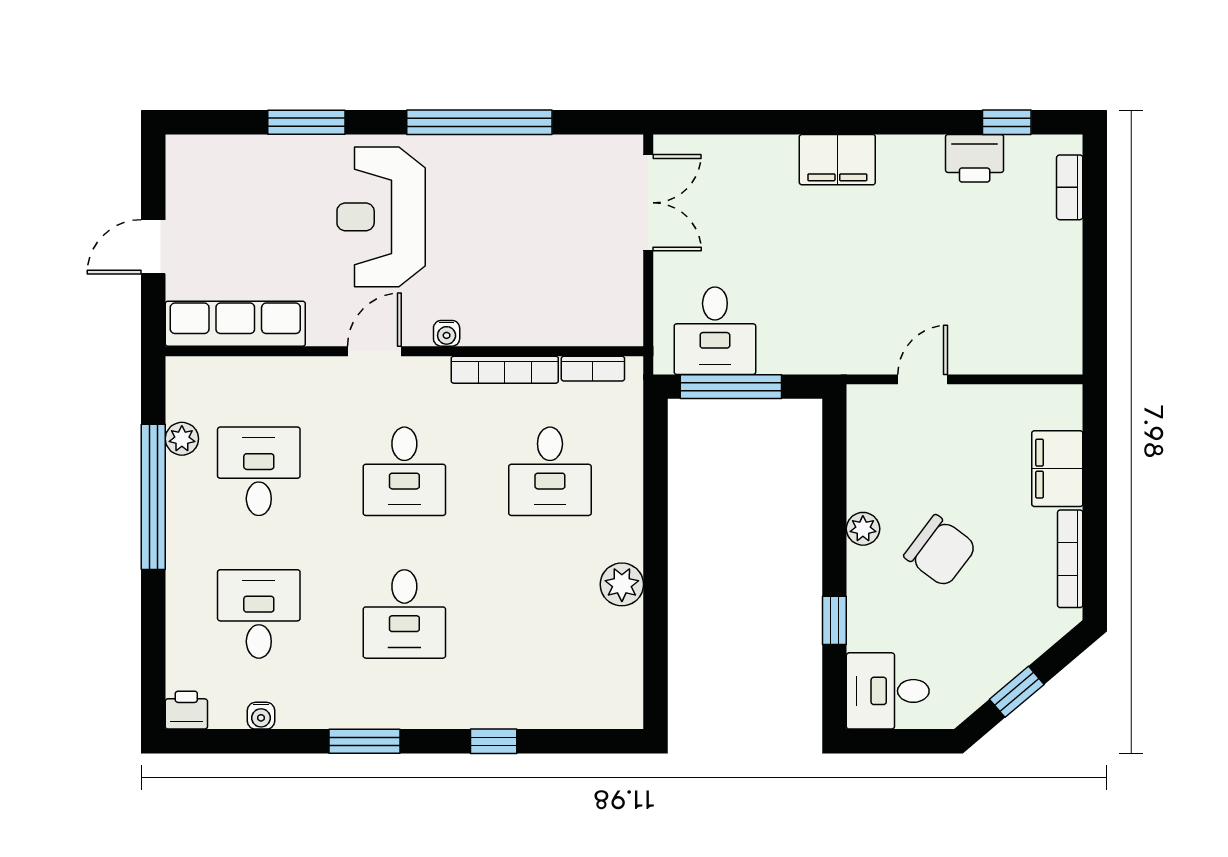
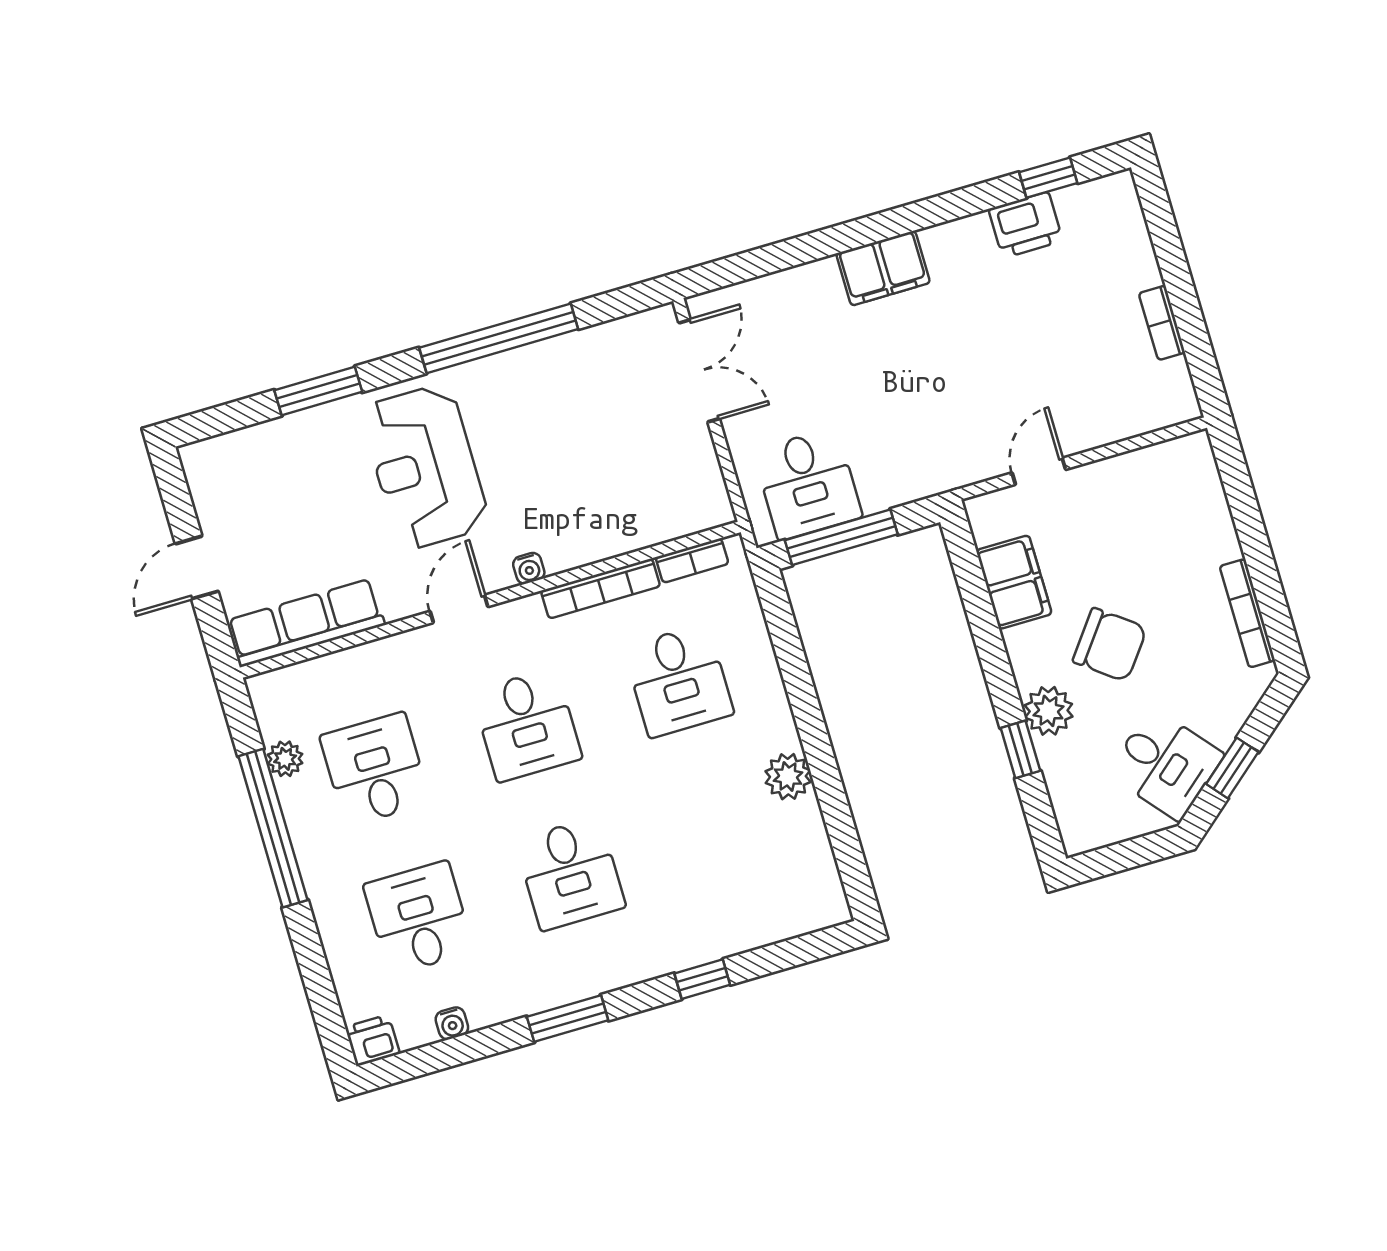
bookcase: (1070, 187) -> (1162, 323), moved
filing cabinet: (1057, 469) -> (1014, 582), moved, turned 180
plant: (863, 529) -> (1049, 711), moved, width x1.38, depth x1.38
desk: (888, 691) -> (1165, 764), moved, turned -130

